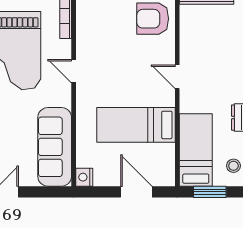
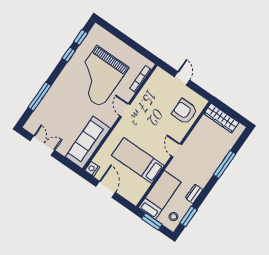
door: (136, 192) -> (106, 189), moved

